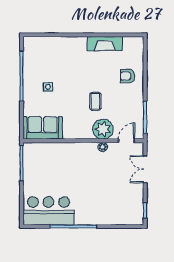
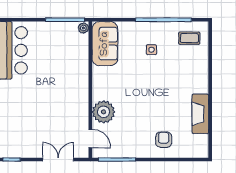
coffee table: (95, 101) -> (189, 38), moved
plant: (103, 147) -> (83, 28), moved

